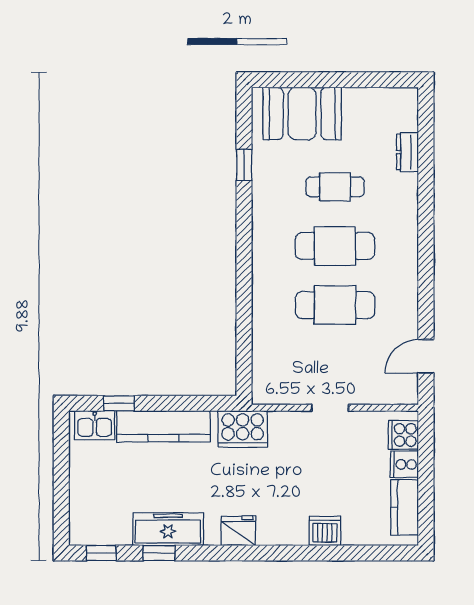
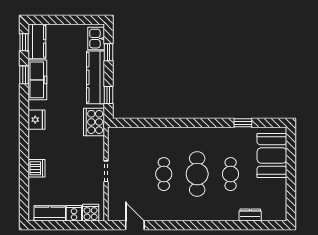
cafe table: (335, 305) -> (164, 174), width x0.73, depth x0.74
window: (195, 403) -> (108, 95), added
kitchen counter: (100, 530) -> (37, 41), added

